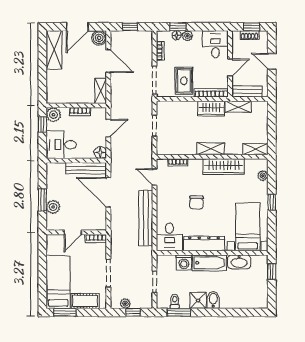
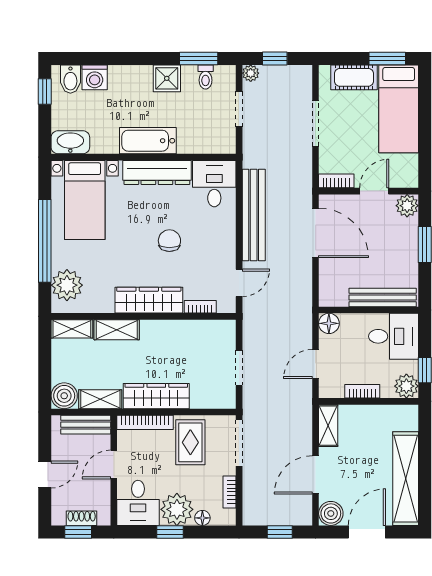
window: (178, 27) -> (170, 532), moved
plant: (187, 36) -> (177, 509), width x1.88, depth x1.88
shelving: (54, 50) -> (406, 479), width x1.47
door: (108, 61) -> (316, 475), hinge flipped
door: (272, 61) -> (45, 475), hinge flipped
wardrobe: (211, 109) -> (156, 396), width x1.50
boiler: (260, 109) -> (64, 396), added
shelving: (211, 149) -> (117, 330), moved
wardrobe: (224, 167) -> (149, 300), moved
bench: (86, 168) -> (383, 297), moved
plant: (263, 176) -> (67, 285), width x1.87, depth x1.87
door: (154, 177) -> (239, 283), hinge flipped
door: (108, 192) -> (316, 233), moved
window: (272, 202) -> (45, 241), width x3.17
plant: (53, 207) -> (407, 206), moved
washing machine: (184, 262) -> (95, 77), moved, turned 180
washbasin: (239, 262) -> (70, 142), moved
window: (272, 272) -> (45, 92), moved
bidet: (213, 300) -> (70, 79), moved
plant: (125, 304) -> (251, 73), moved

